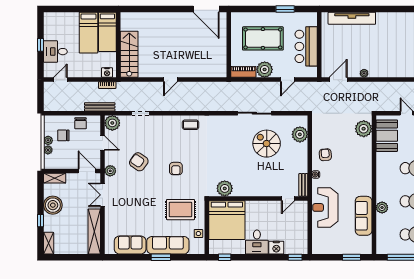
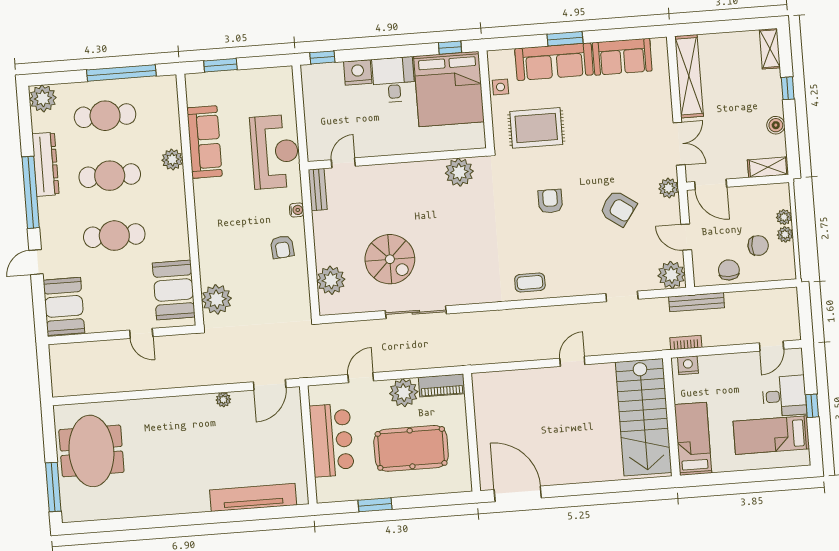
bed: (88, 33) -> (771, 435), moved, turned -90
stairs: (129, 54) -> (644, 417), width x1.36, depth x1.51
boiler: (53, 205) -> (776, 125), width x0.54, depth x0.54
bed: (227, 220) -> (449, 89), moved, turned 180

